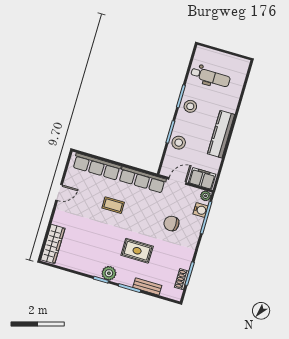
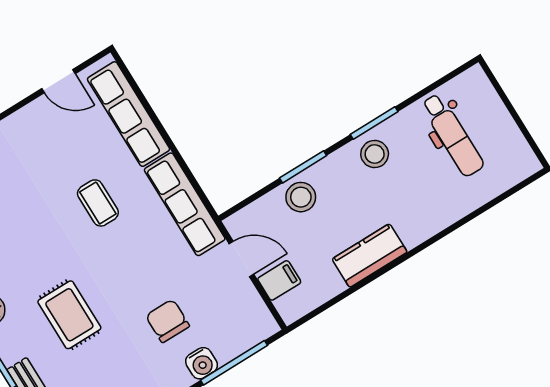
kitchen counter: (221, 134) -> (370, 256), width x0.67
filing cabinet: (202, 178) -> (279, 280), width x0.50
door: (59, 193) -> (58, 81), moved
plant: (206, 196) -> (266, 326), removed
water cooler: (200, 210) -> (202, 363), moved

